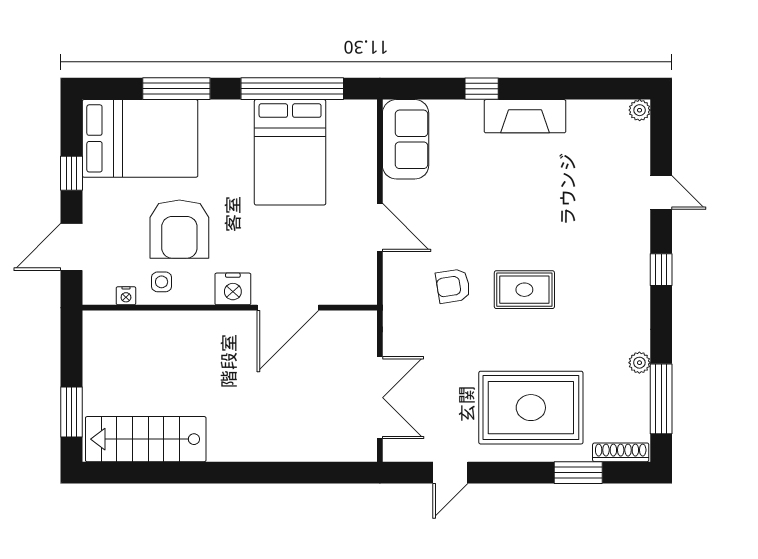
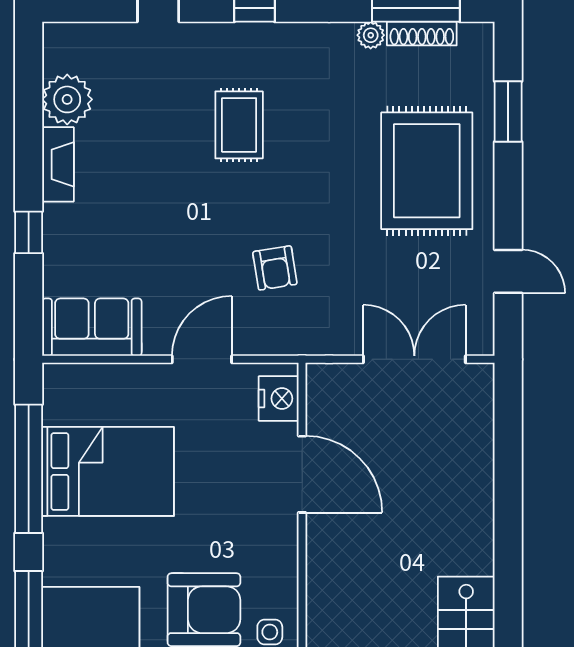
plant: (640, 110) -> (67, 99), moved, width x1.87, depth x1.87
fireplace: (525, 116) -> (58, 164), width x0.73, depth x0.76
nightstand: (233, 289) -> (279, 399), moved
rug: (524, 290) -> (239, 125), moved
shoe rack: (621, 452) -> (422, 34), moved, turned -90

